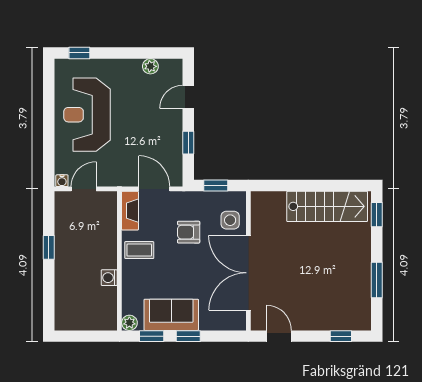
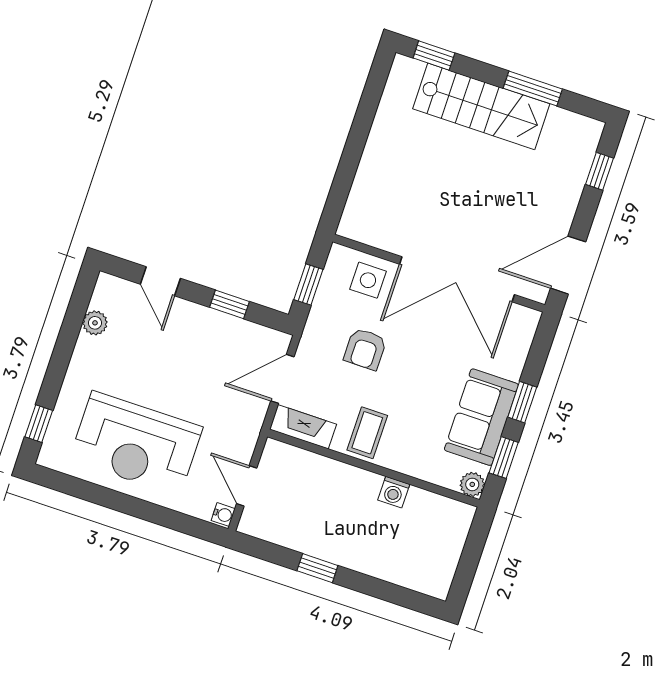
stairs: (327, 206) -> (481, 106), moved, turned 90
door: (279, 336) -> (568, 265), width x1.38

